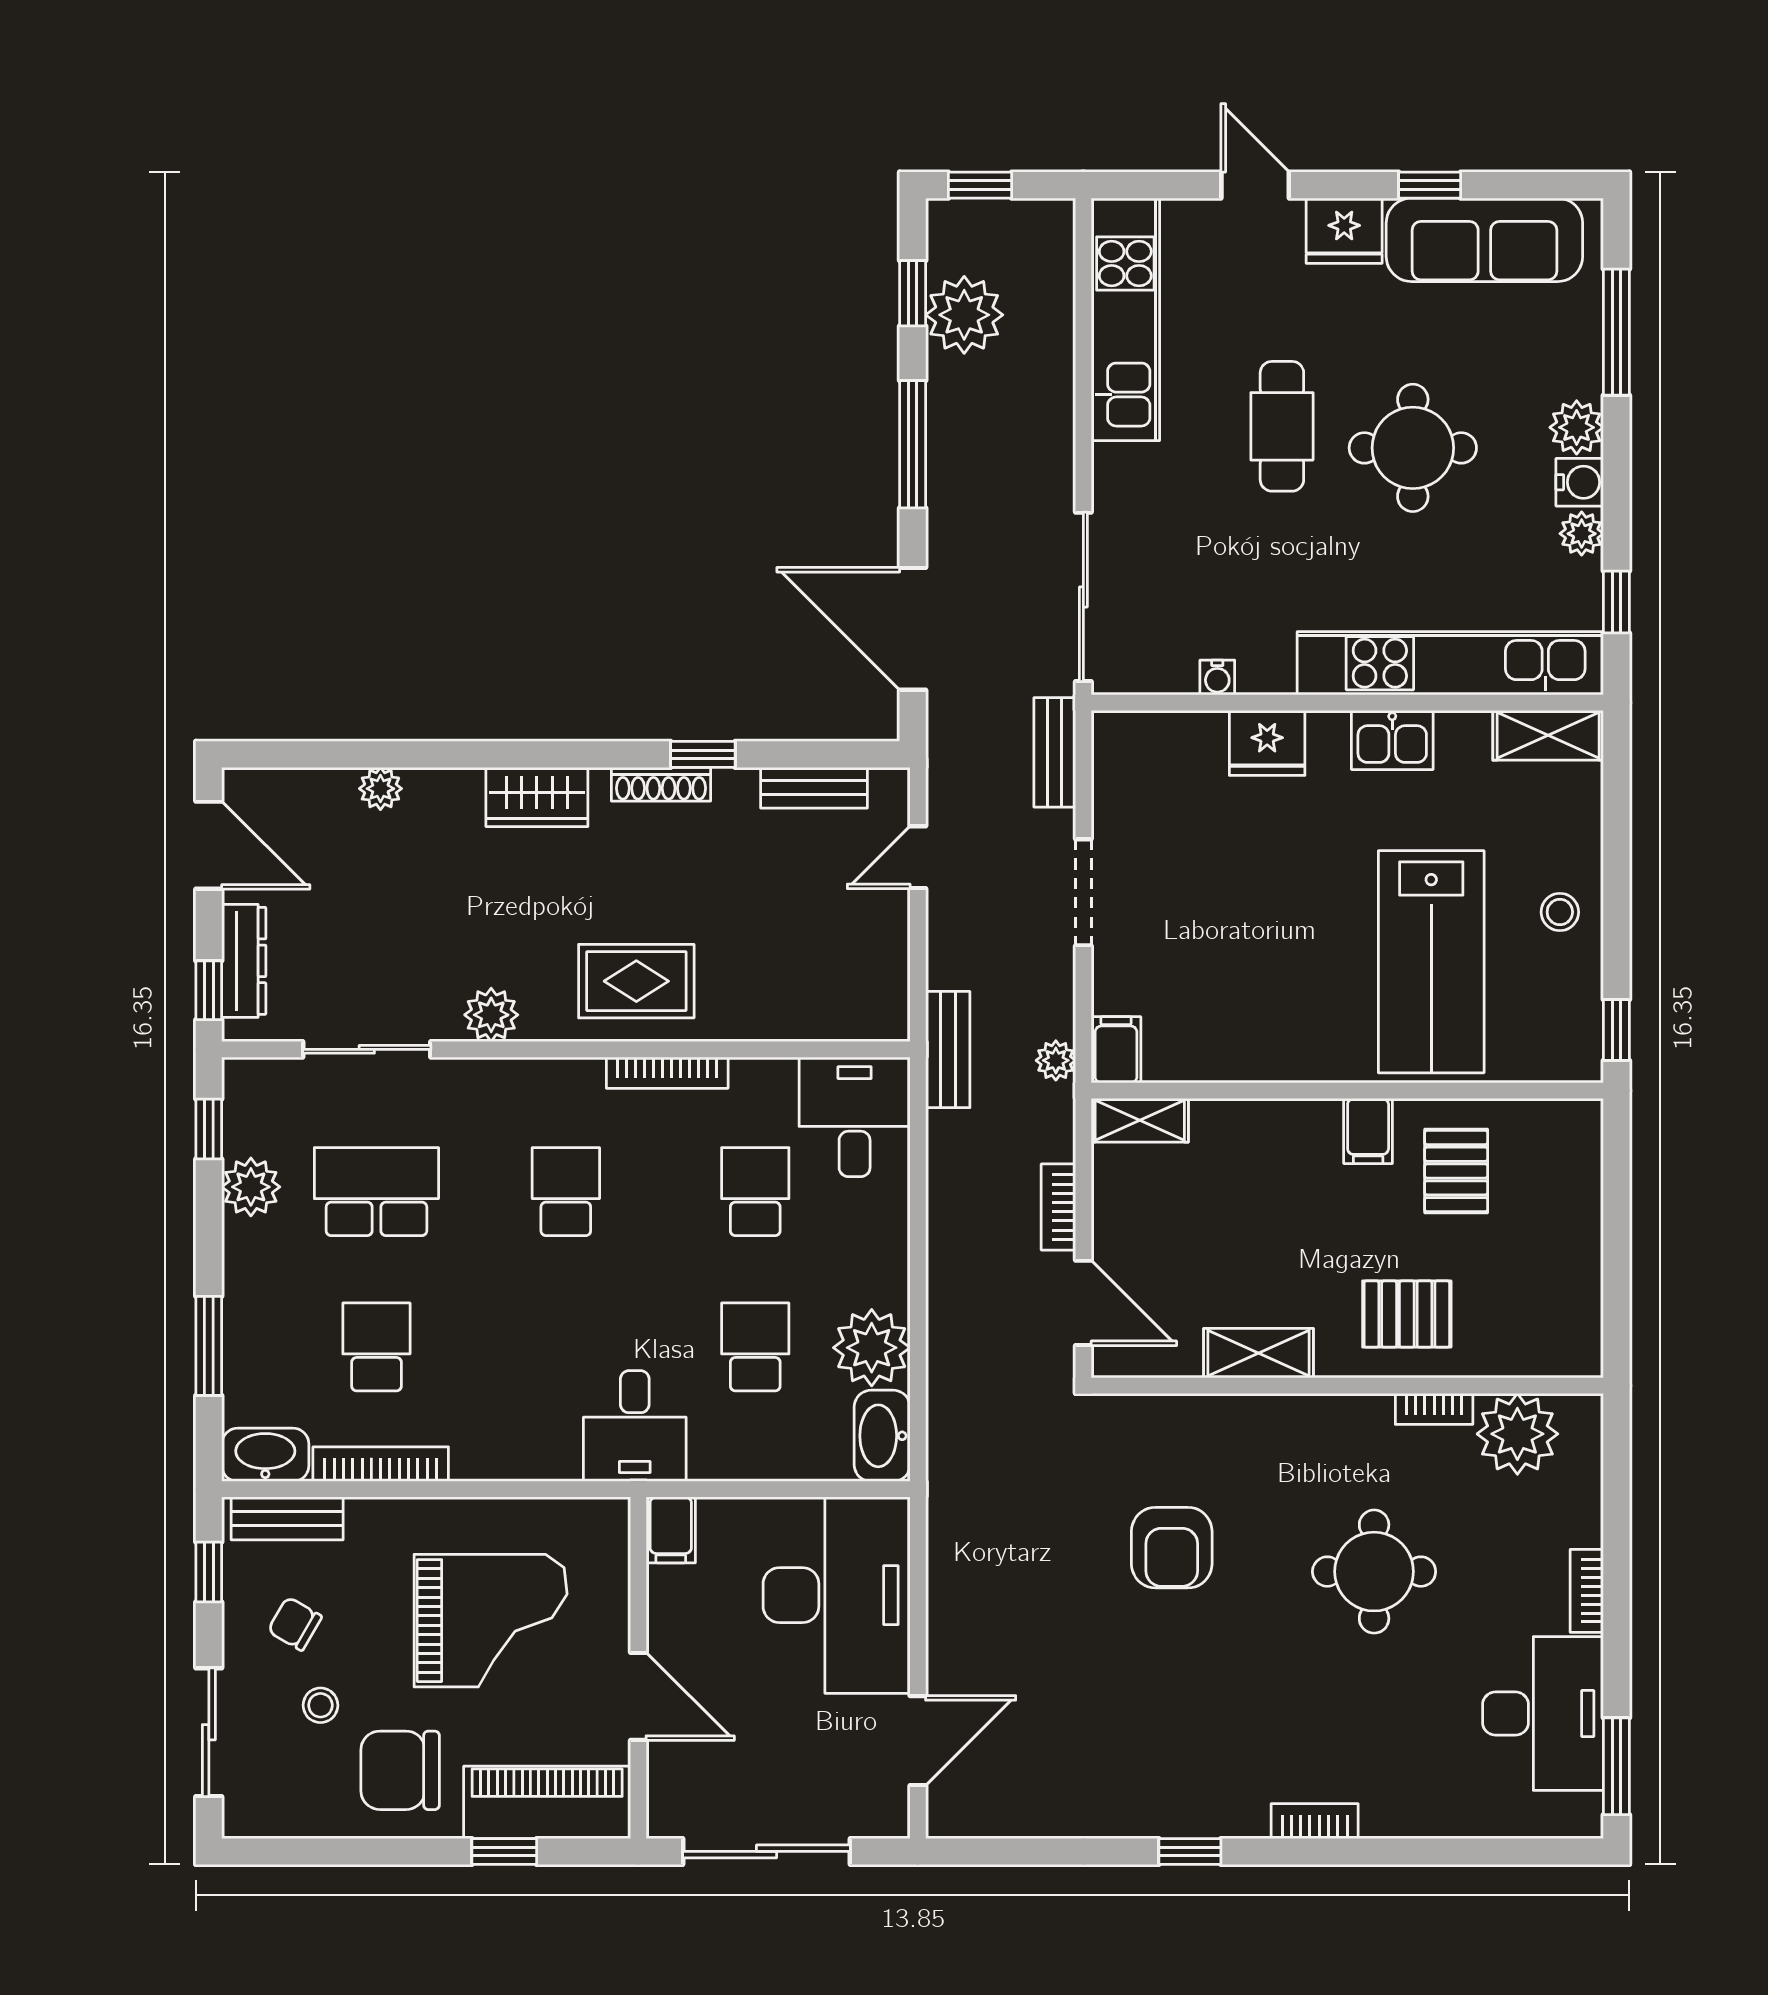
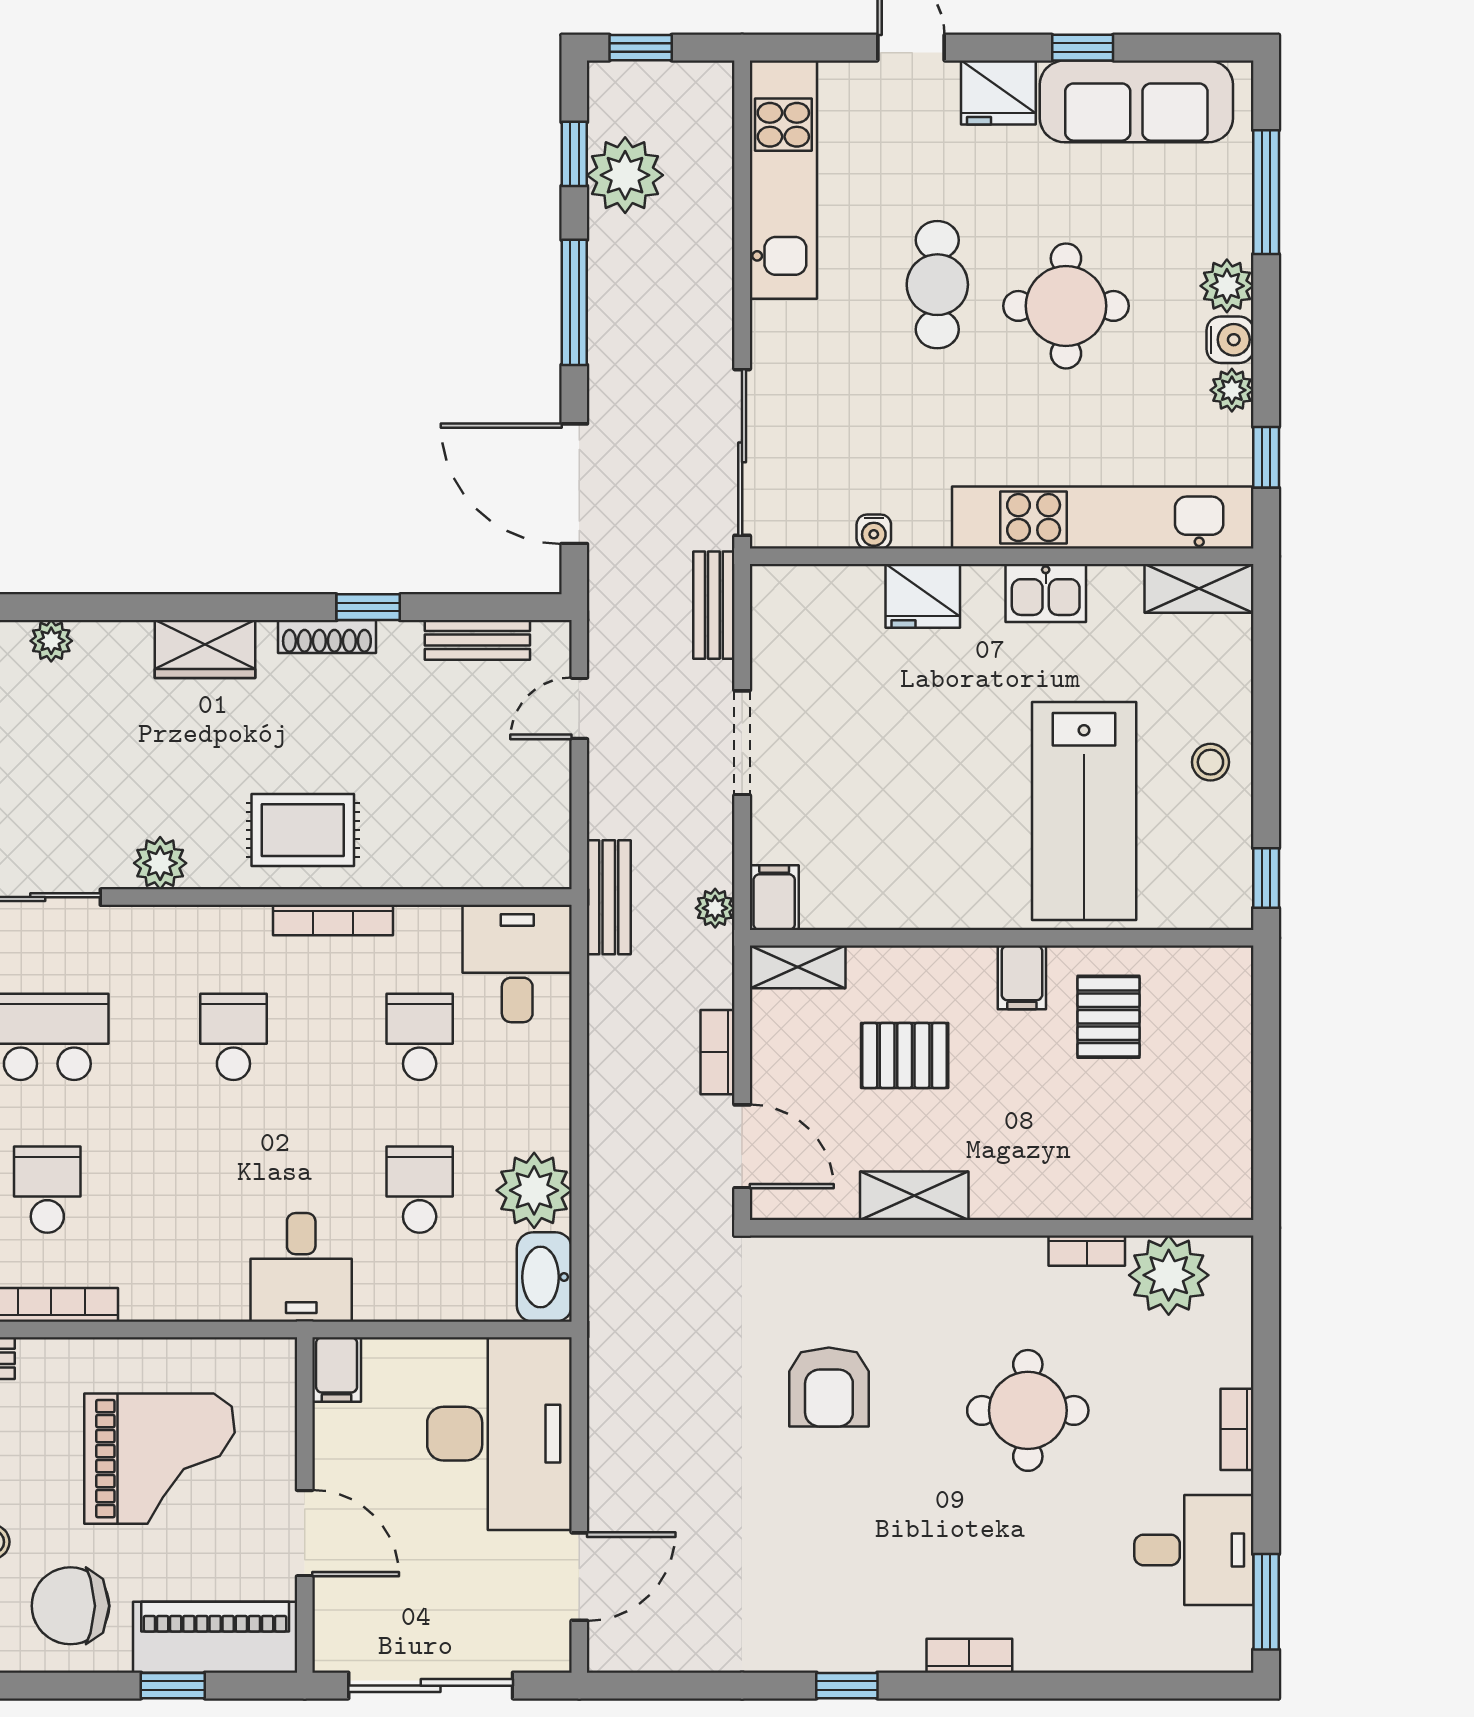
pallet: (1407, 1314) -> (905, 1056), moved
desk: (1543, 1714) -> (1194, 1550), width x0.73

